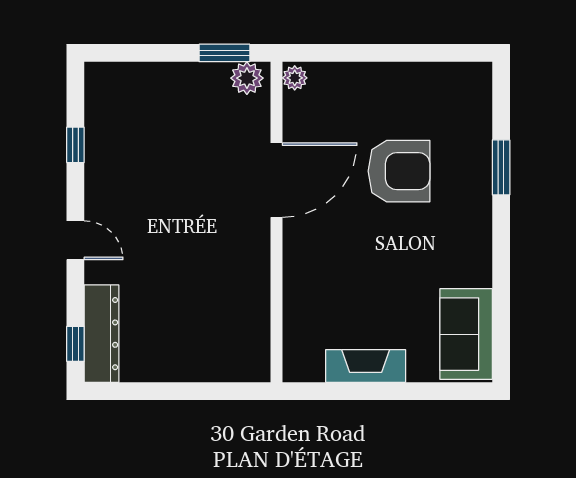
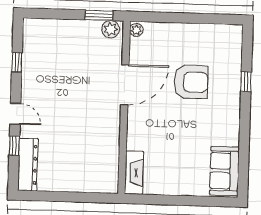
window: (501, 167) -> (246, 82), width x0.67
window: (75, 344) -> (14, 146), moved
fireplace: (366, 366) -> (134, 173), moved, turned 90

